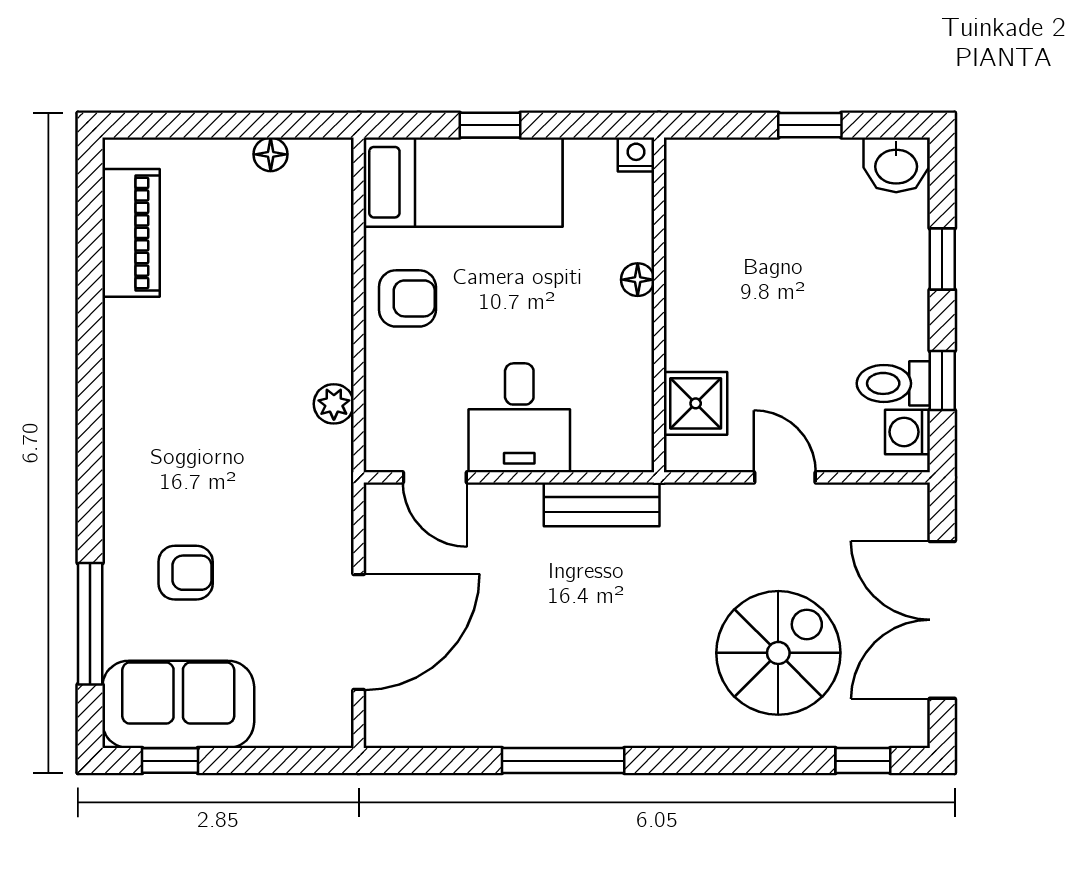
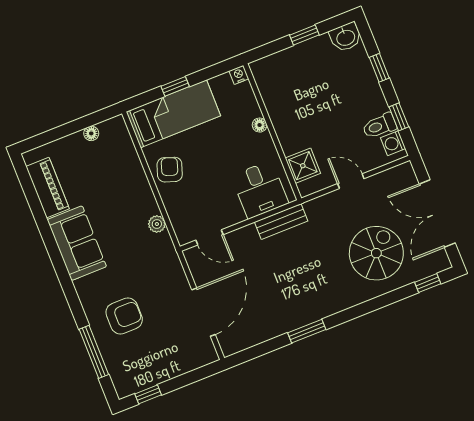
armchair: (407, 298) -> (170, 170), turned -71
desk: (519, 418) -> (260, 190), moved
armchair: (186, 573) -> (124, 316), width x1.38, depth x1.38
sofa: (178, 704) -> (77, 243), moved, turned 90
window: (563, 761) -> (307, 331), width x0.69

